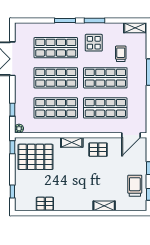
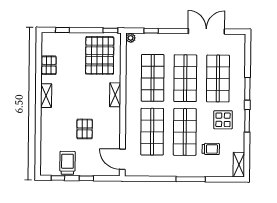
pallet: (98, 150) -> (85, 129), moved
trolley: (135, 186) -> (67, 163), turned -90
shelving: (104, 206) -> (46, 96), moved

